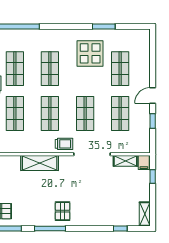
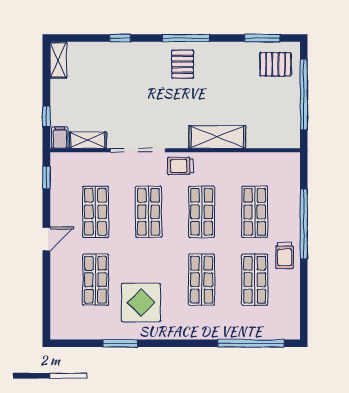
window: (153, 121) -> (46, 177), moved
window: (50, 228) -> (186, 38), moved
window: (120, 228) -> (120, 38), moved

